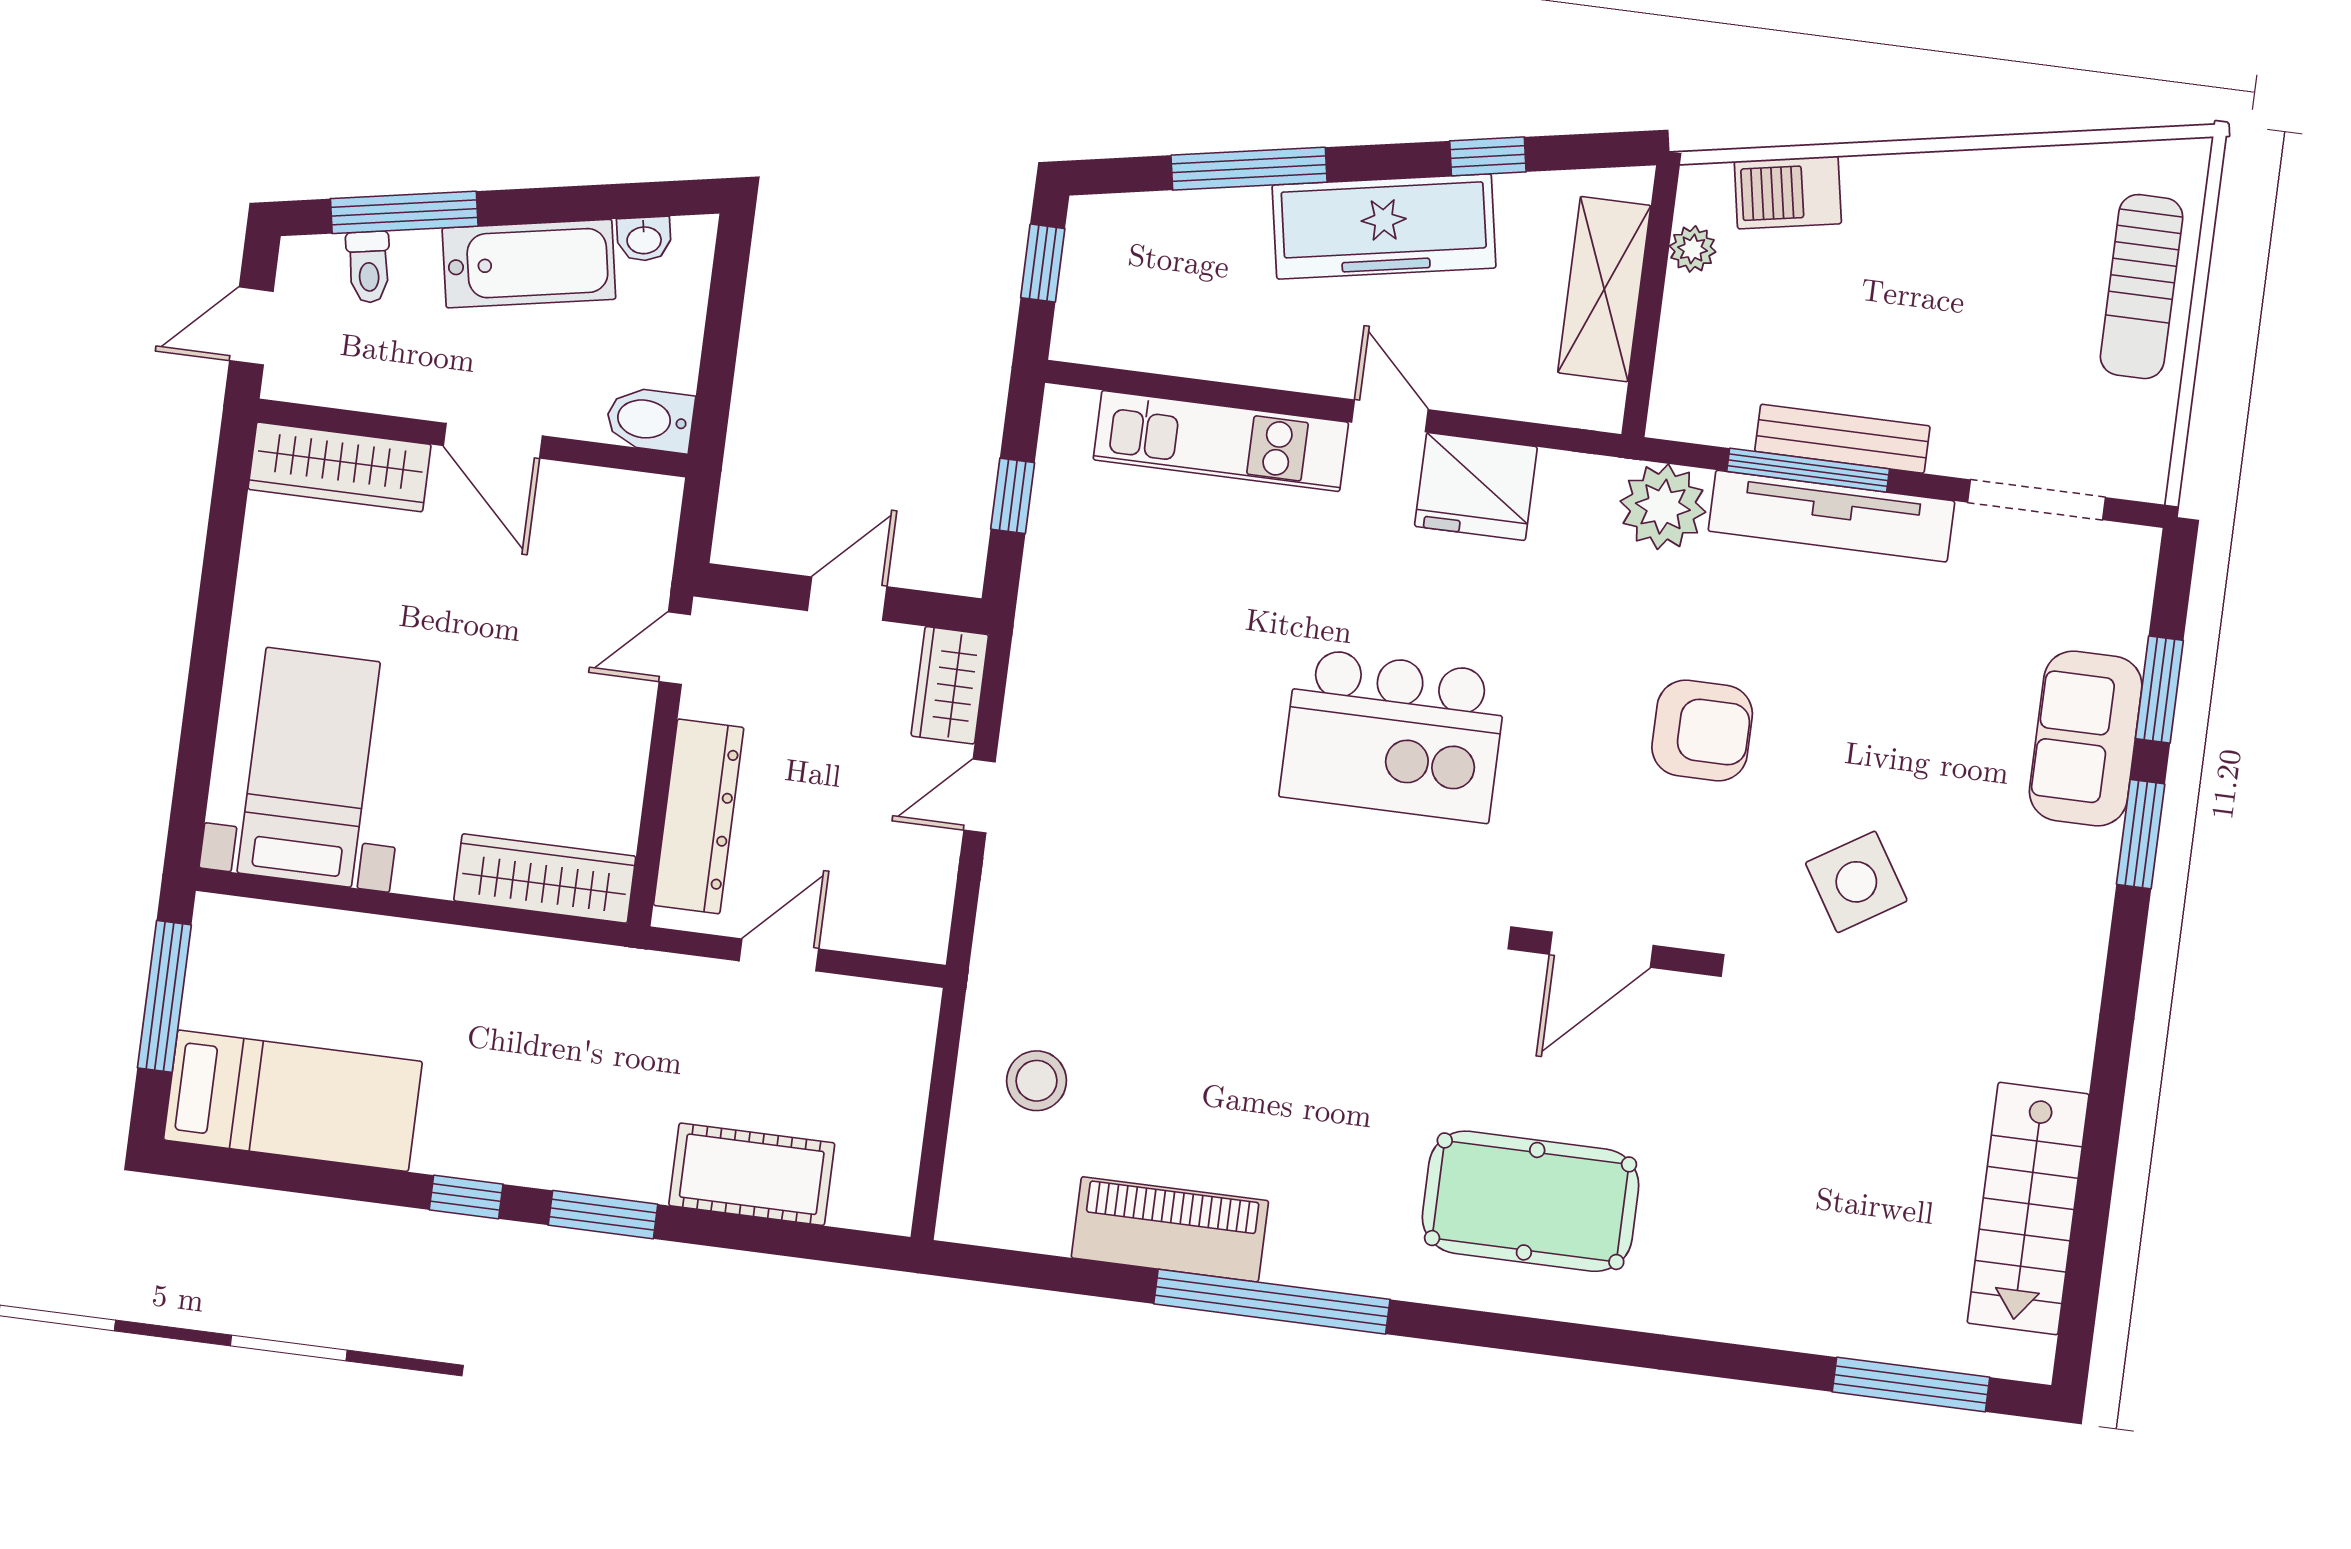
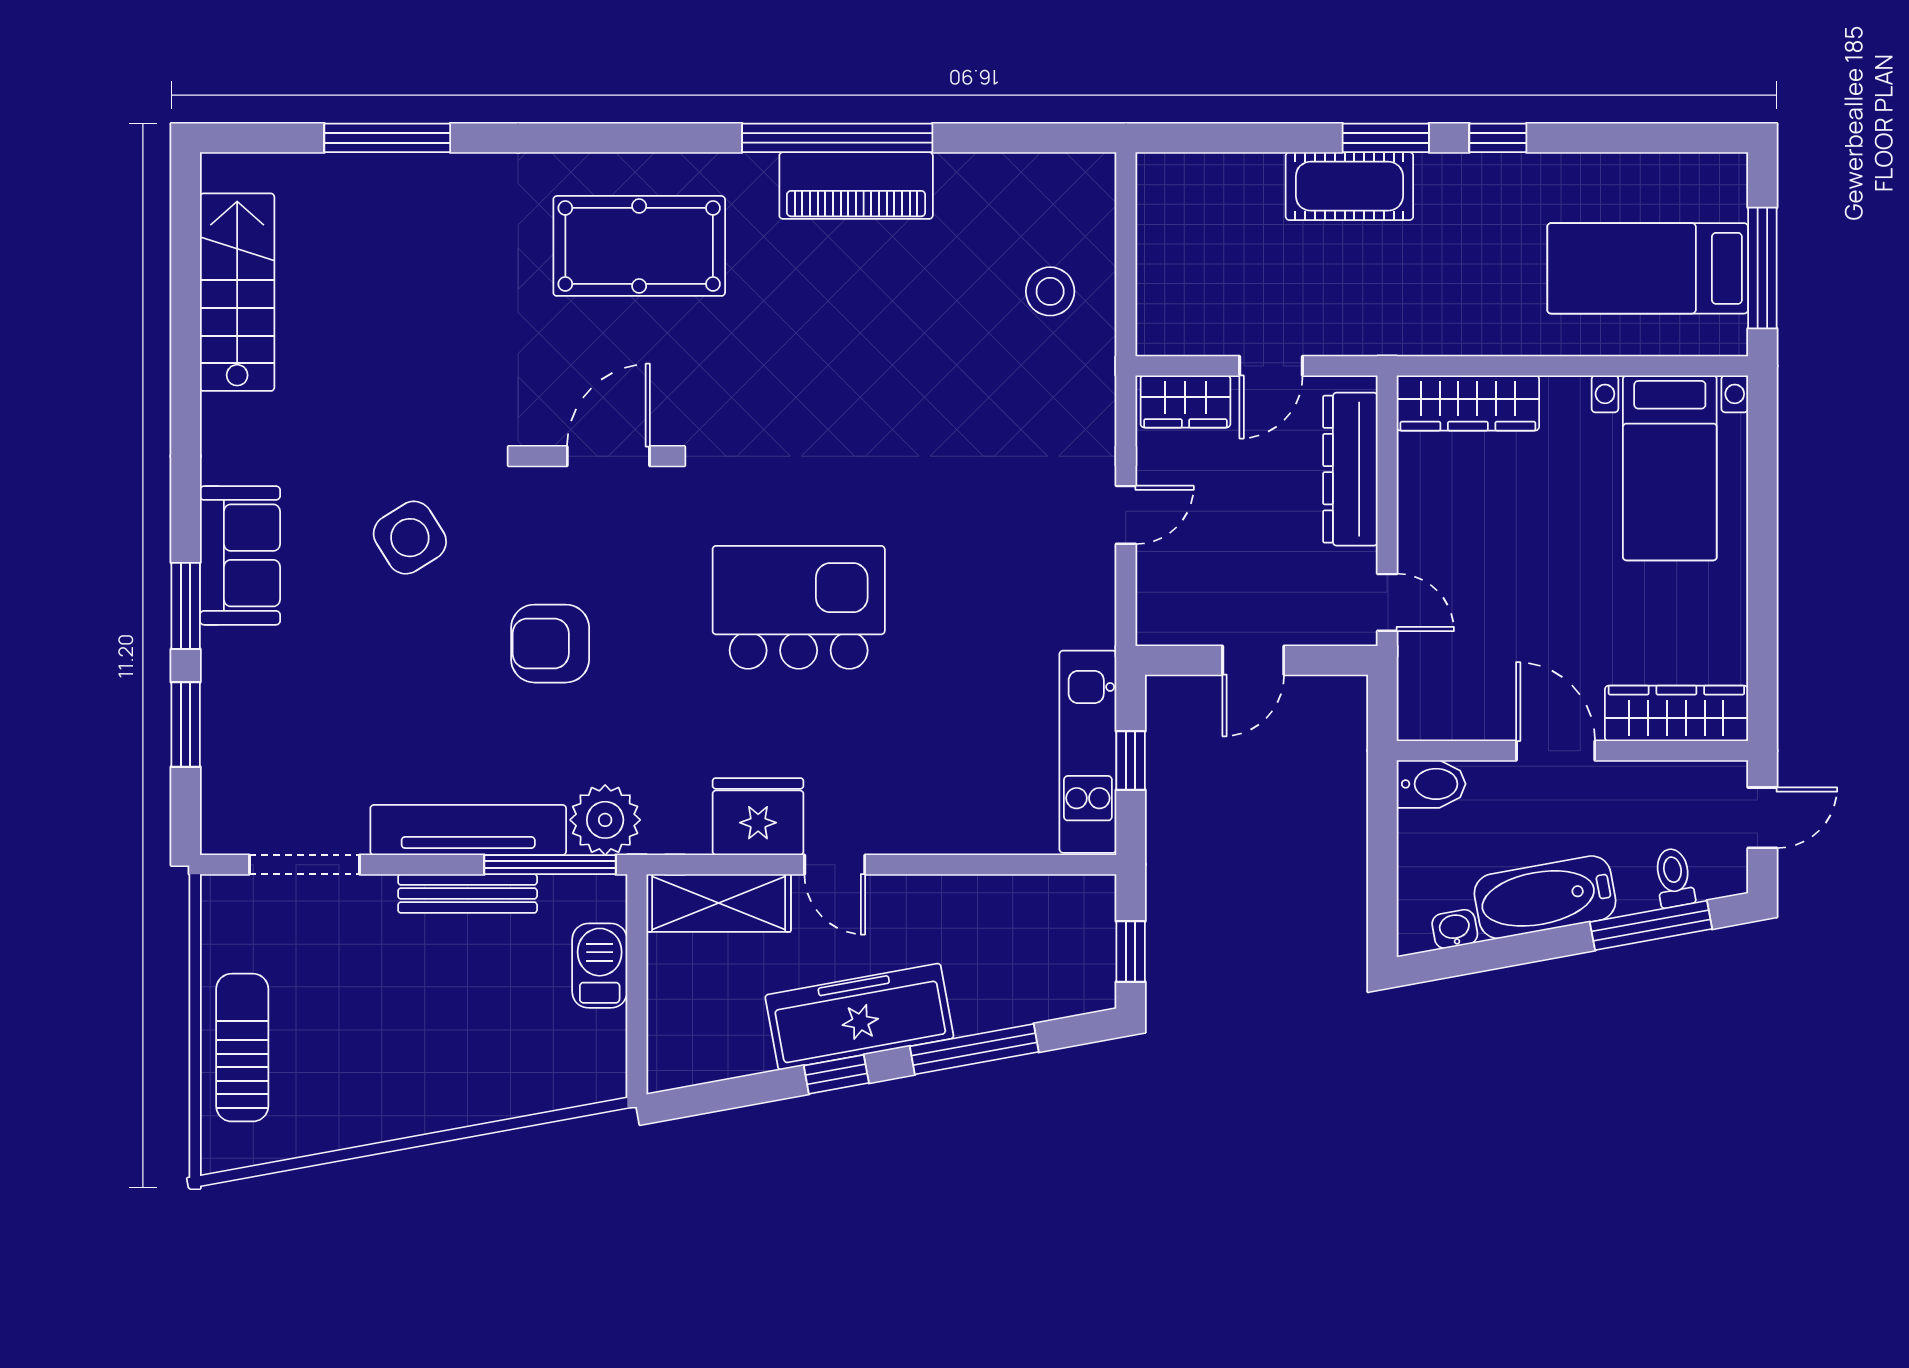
window: (1488, 156) -> (836, 1074), moved
barbecue: (1788, 192) -> (600, 966), moved, turned -80
plant: (1693, 249) -> (608, 1031), removed
shelving: (1604, 289) -> (719, 903), moved, turned 90
kitchen unit: (1221, 441) -> (1088, 752), moved, turned -90
window: (1808, 470) -> (550, 865), moved
door: (675, 648) -> (1387, 602), hinge flipped
wardrobe: (950, 685) -> (1185, 401), moved, turned 90
sofa: (2086, 738) -> (240, 555), moved
bed: (293, 1101) -> (1648, 268), moved
cot: (752, 1174) -> (1349, 186), moved
piano: (1170, 1229) -> (856, 186), moved
window: (1911, 1385) -> (387, 138), moved

